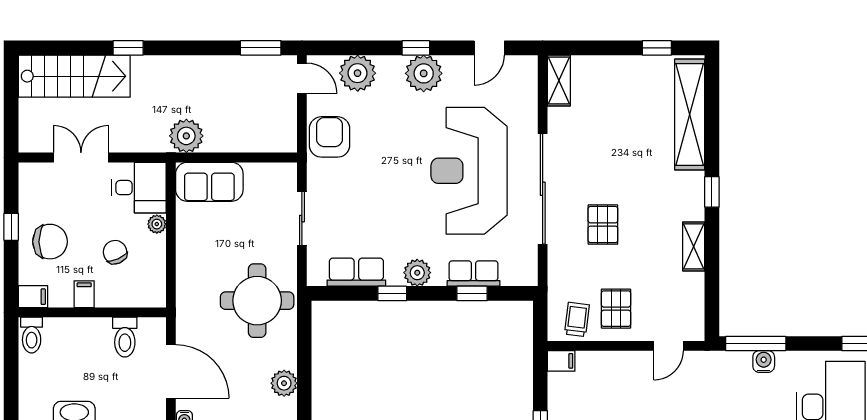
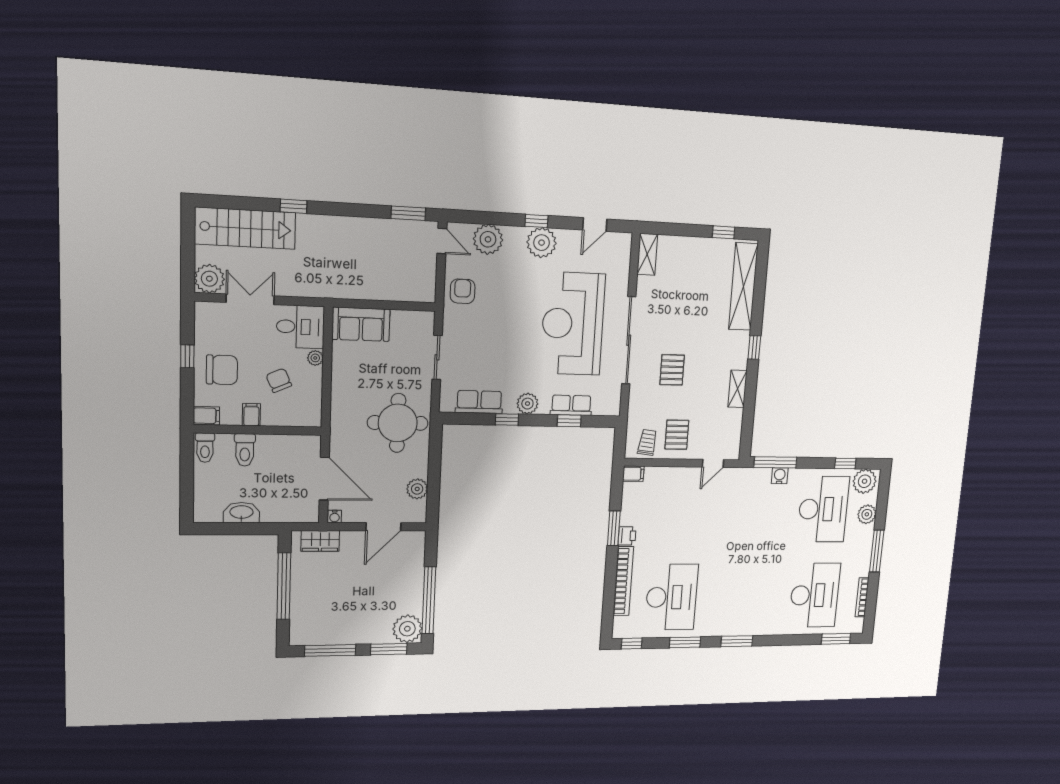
plant: (186, 136) -> (209, 279), moved
armchair: (329, 137) -> (463, 291), width x0.72, depth x0.72
toilet: (125, 337) -> (245, 450), moved

